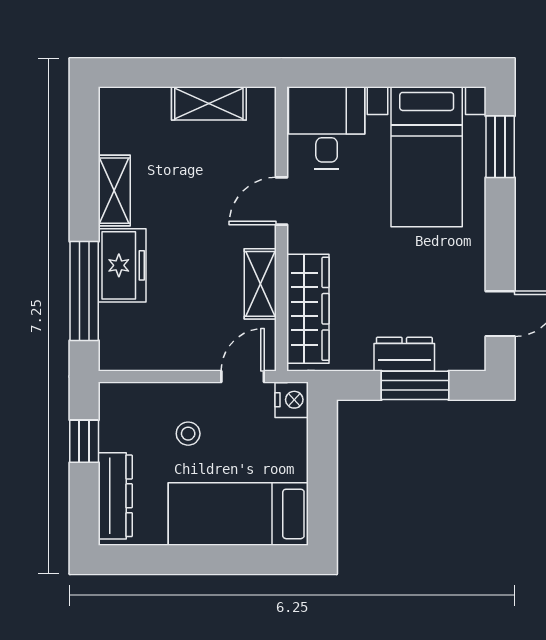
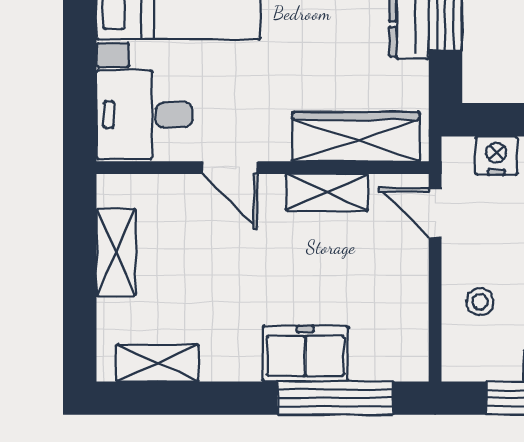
shelving: (114, 191) -> (157, 363), moved
nightstand: (292, 400) -> (496, 156), moved
stool: (188, 434) -> (480, 302), moved

